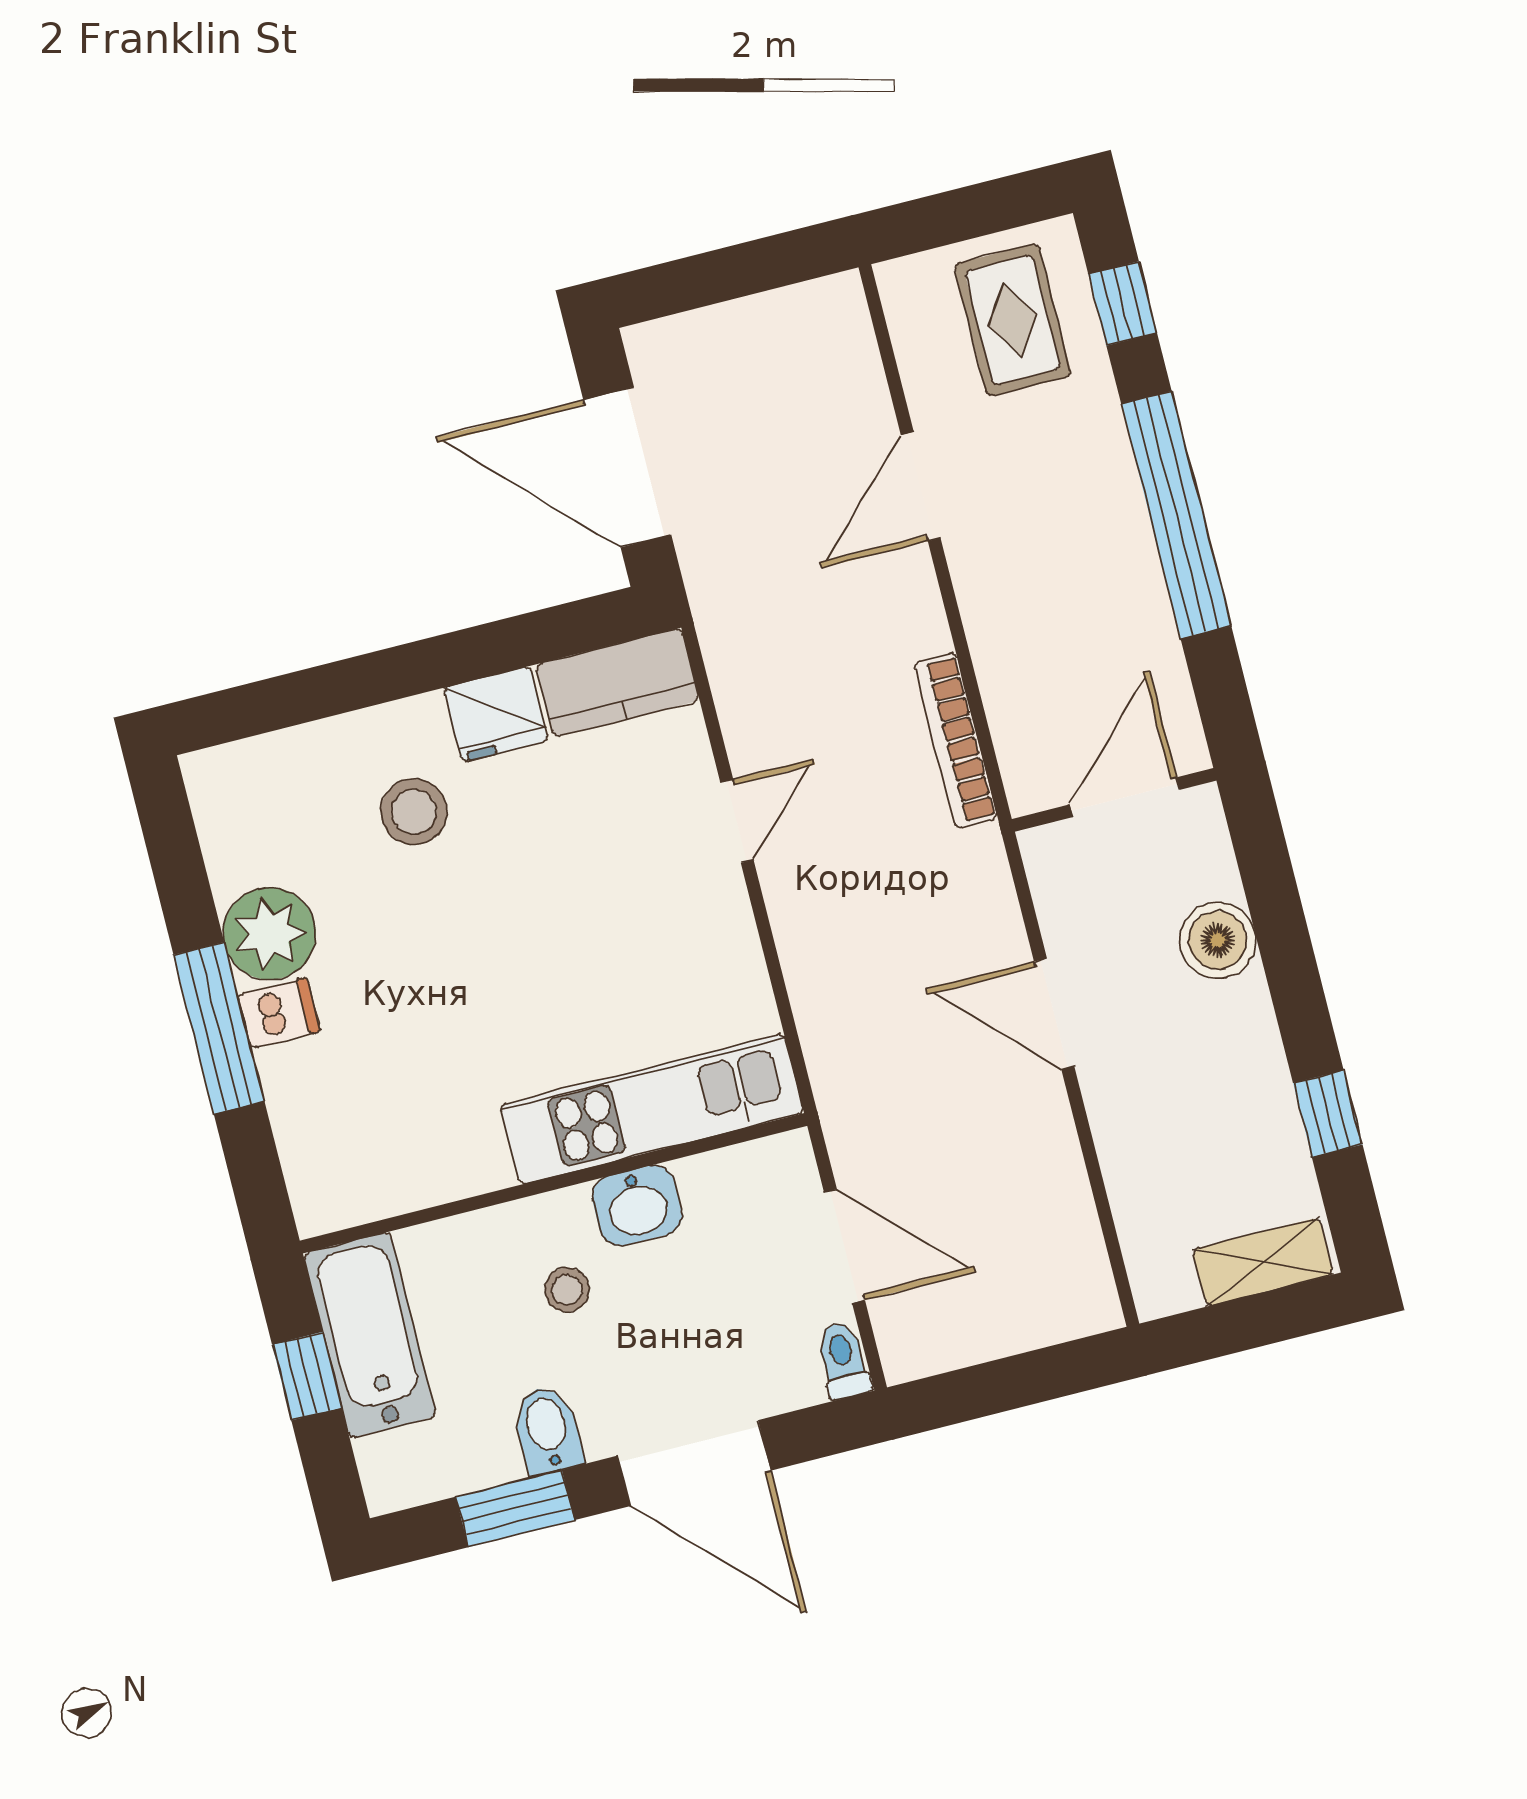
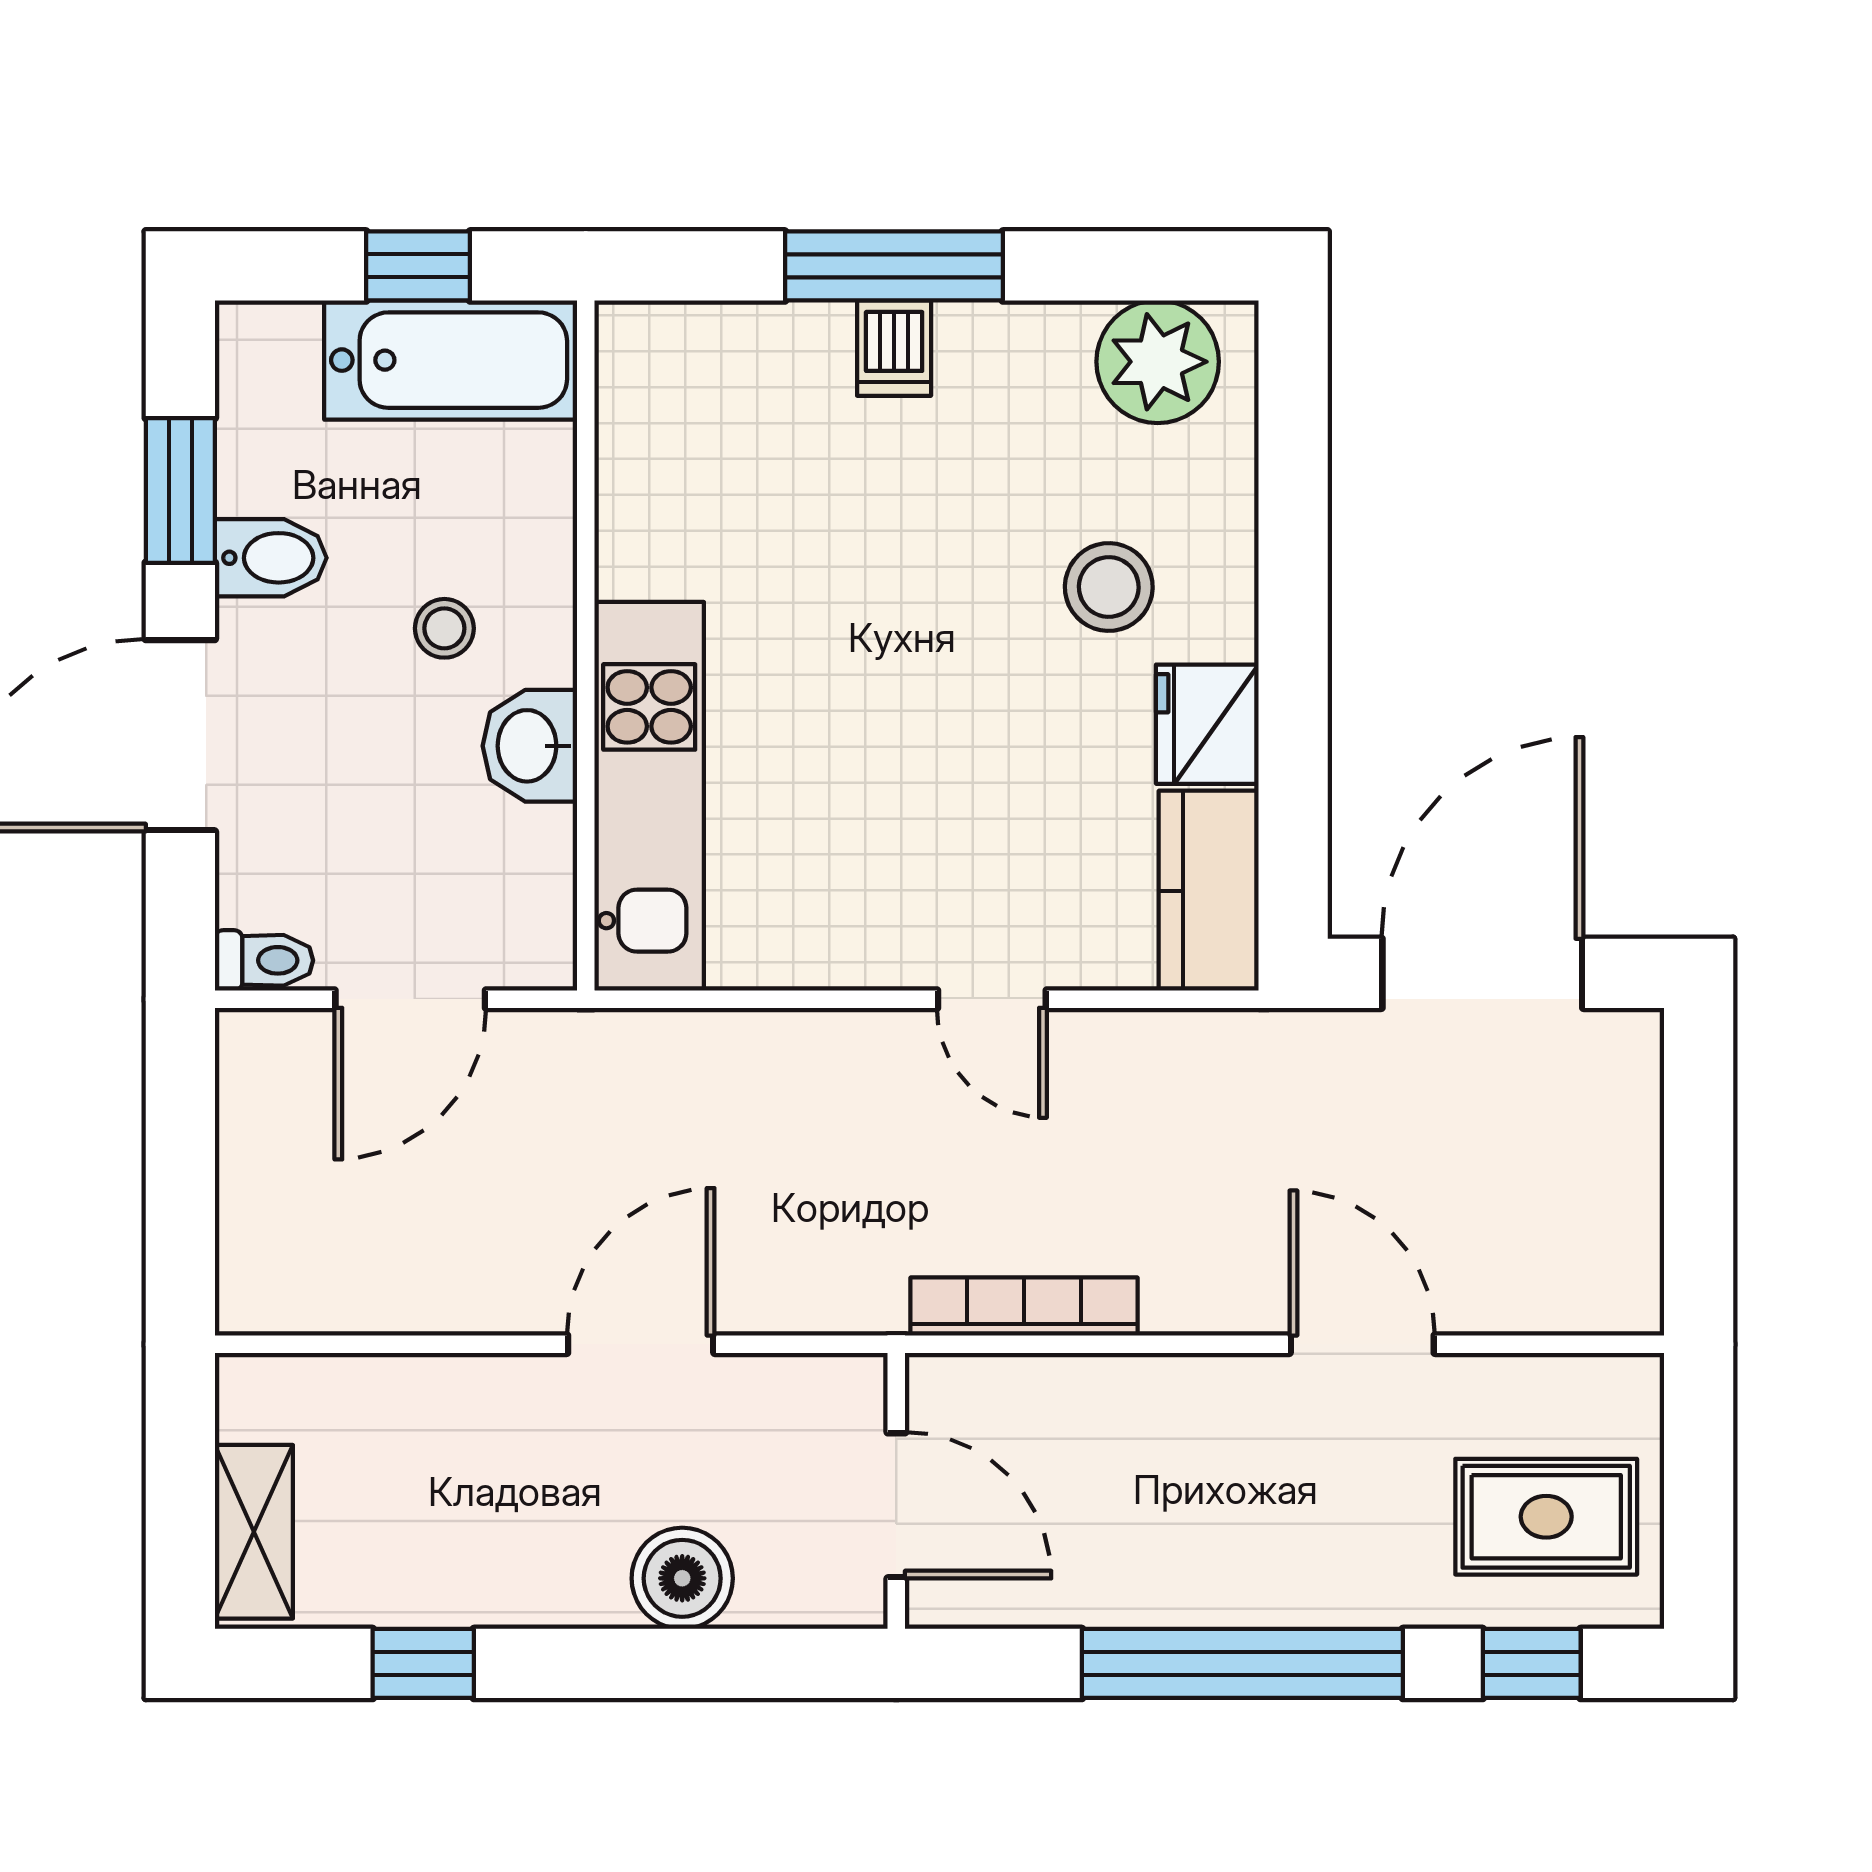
plant: (270, 934) -> (1158, 362), moved

